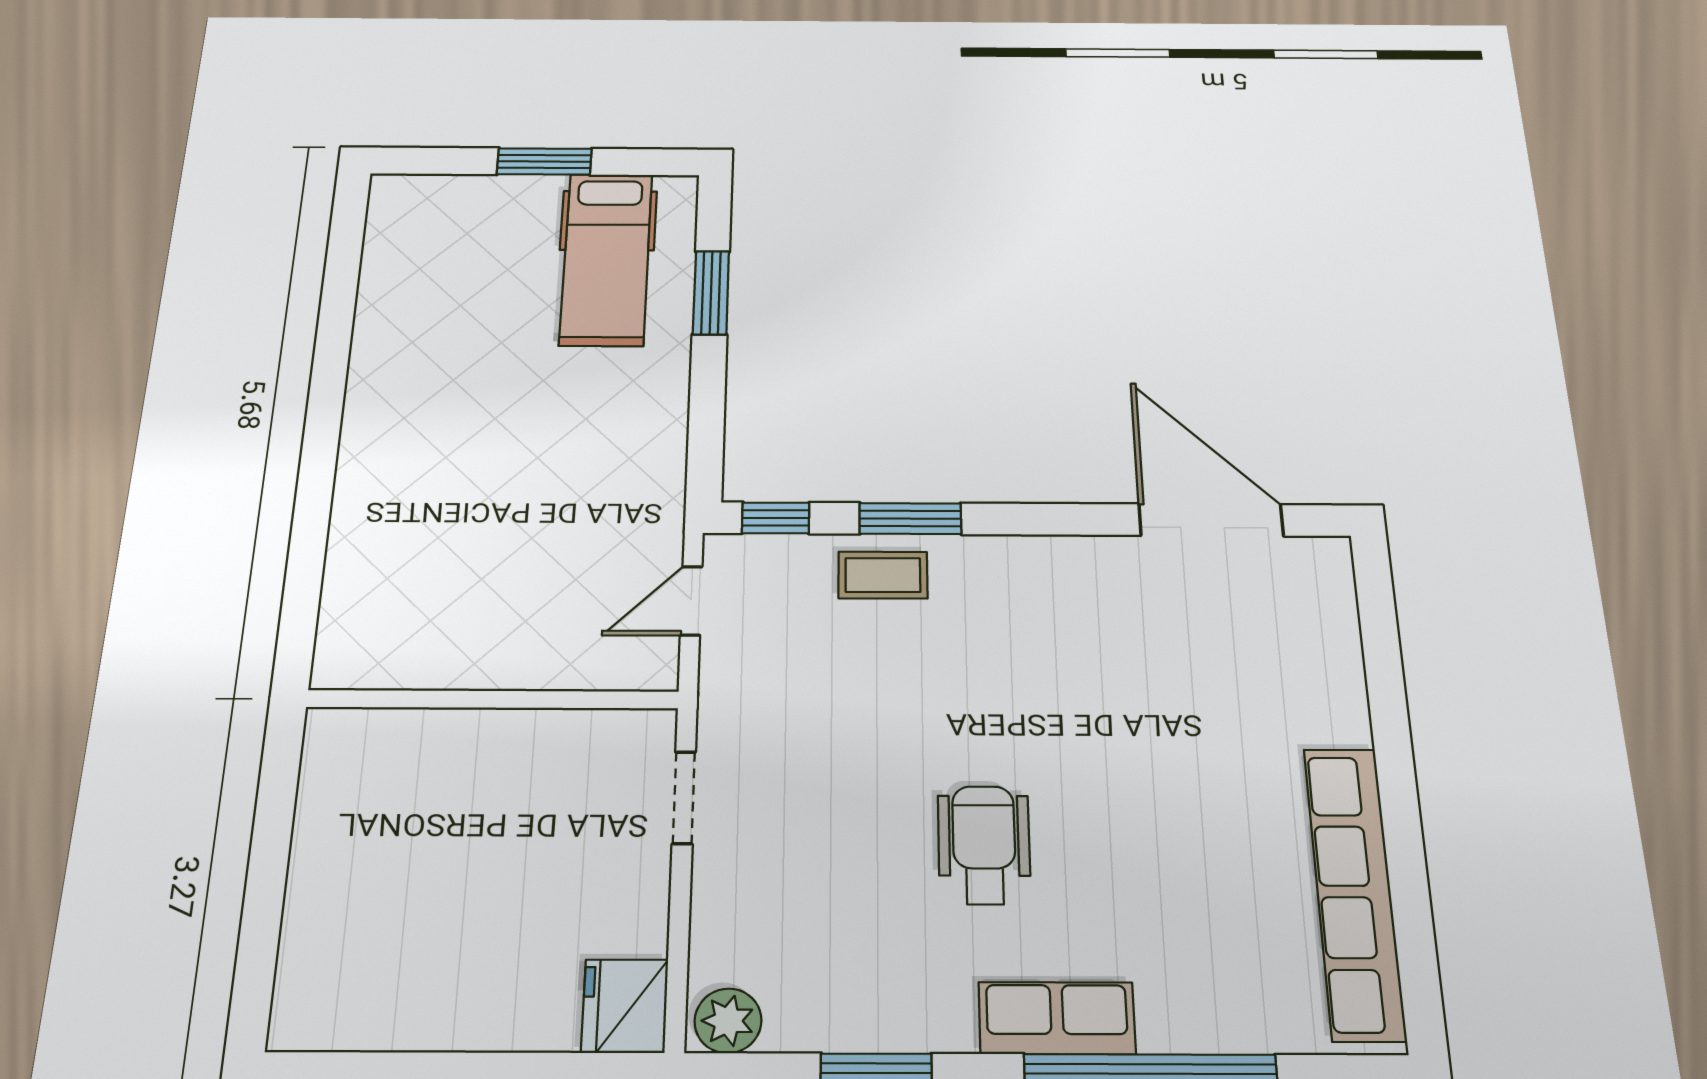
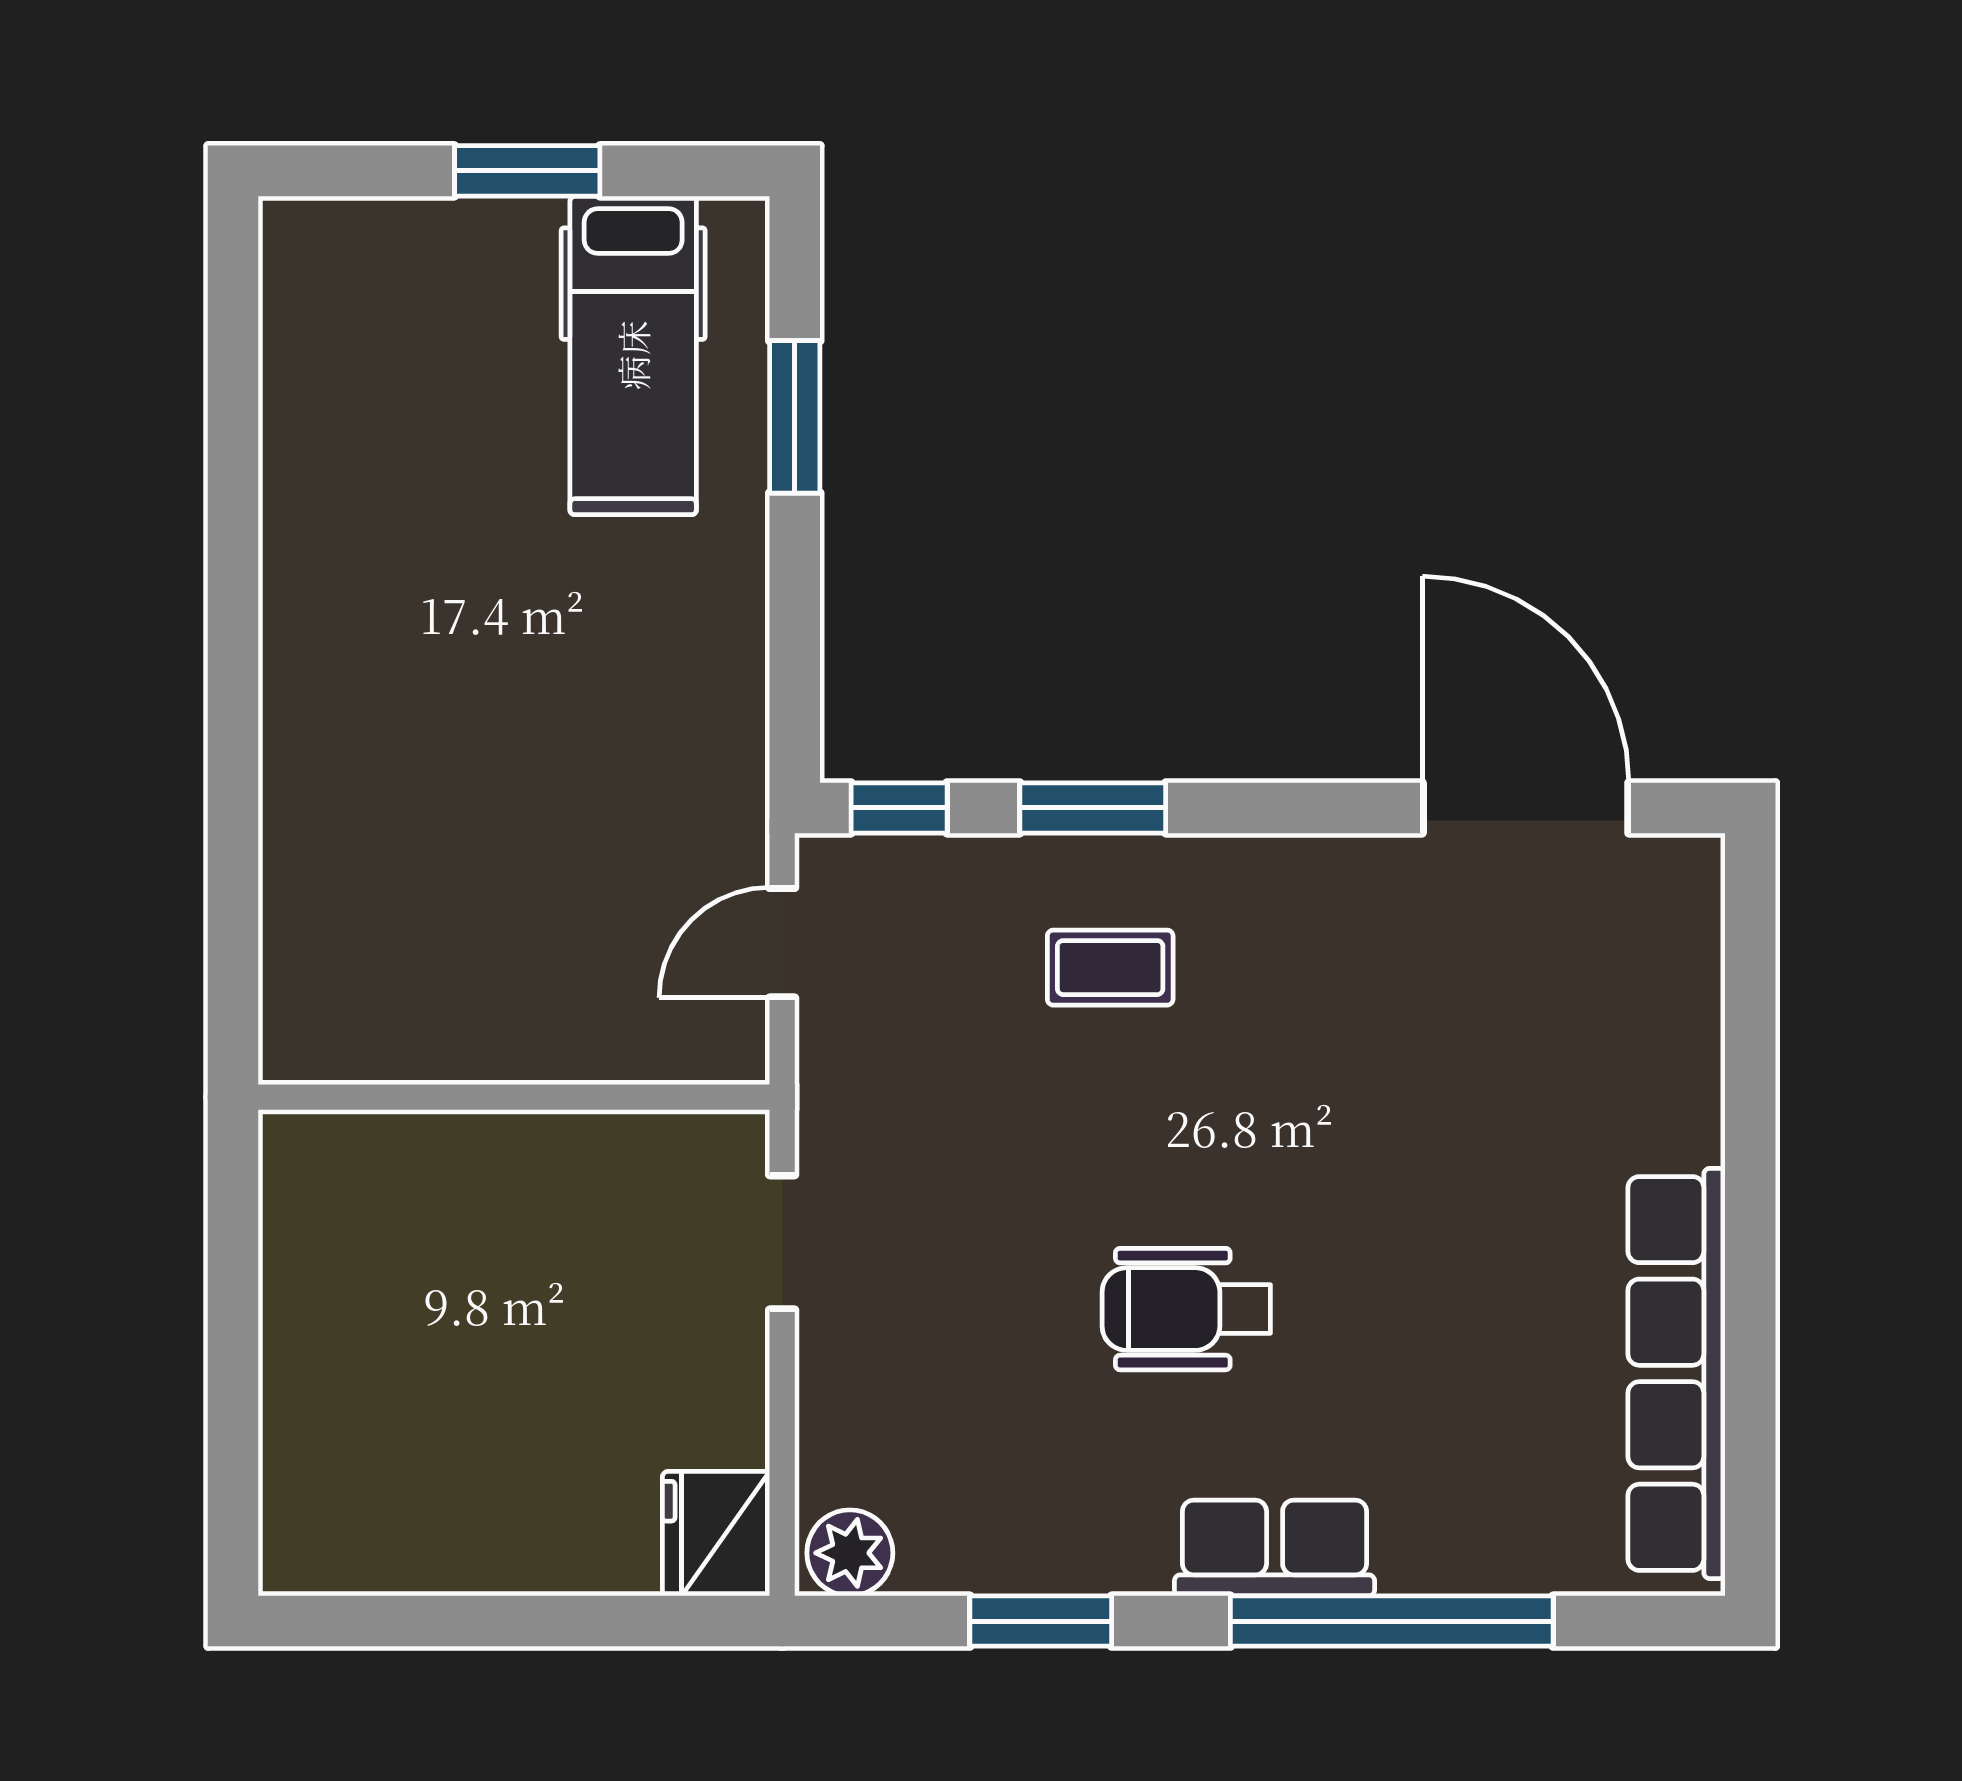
coffee table: (883, 575) -> (1110, 968), moved
wheelchair: (984, 845) -> (1186, 1309), turned -90

